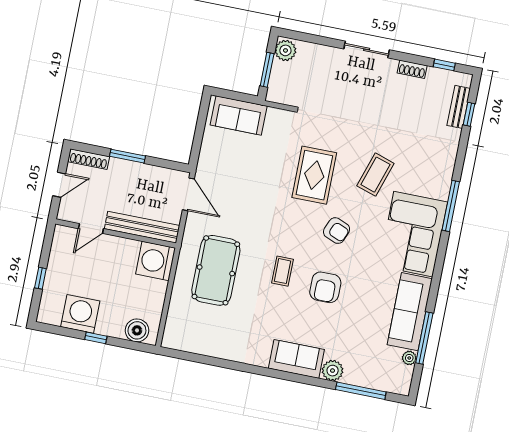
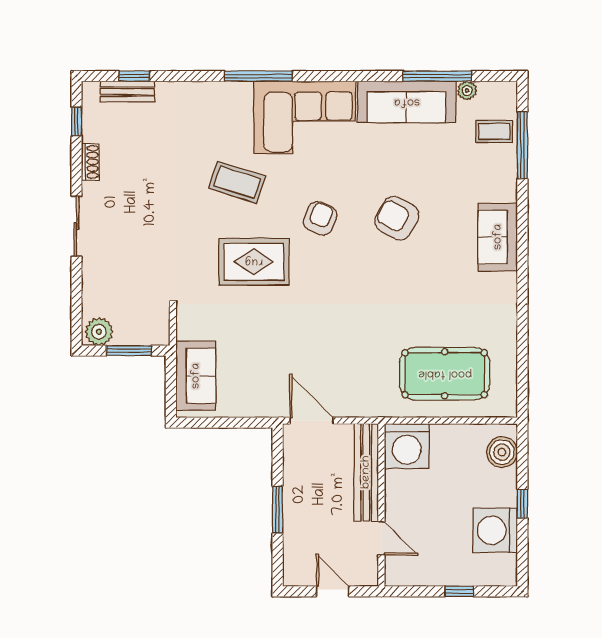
shoe rack: (89, 159) -> (292, 559), removed
door: (188, 194) -> (311, 421), hinge flipped
pool table: (216, 270) -> (445, 374), moved
coffee table: (283, 271) -> (494, 131), moved
armchair: (325, 287) -> (397, 218), turned -151
plant: (333, 371) -> (503, 187), removed

